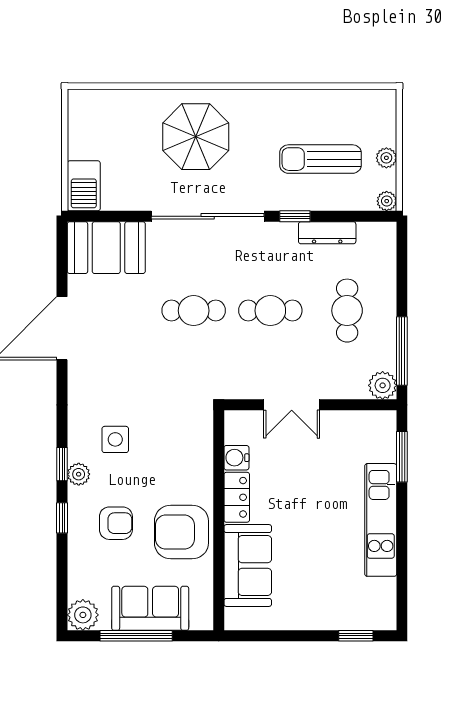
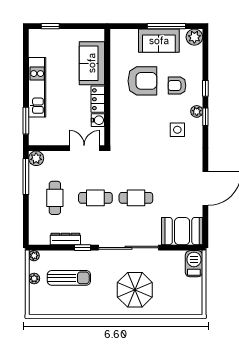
water cooler: (236, 458) -> (98, 120), moved
locker: (237, 497) -> (98, 99), moved
wall: (219, 520) -> (107, 87), moved
sofa: (248, 565) -> (92, 63), moved

